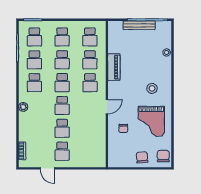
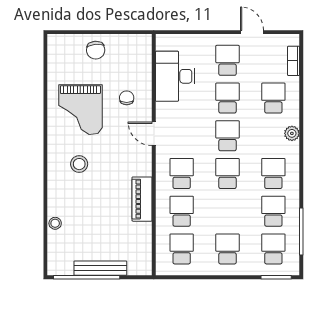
school desk: (62, 60) -> (273, 98), moved
door: (107, 107) -> (154, 134), hinge flipped
grand piano: (151, 121) -> (80, 110), turned 180
desk: (94, 142) -> (175, 76), added
chair: (163, 156) -> (61, 52), removed

